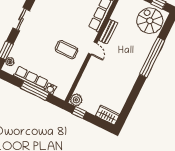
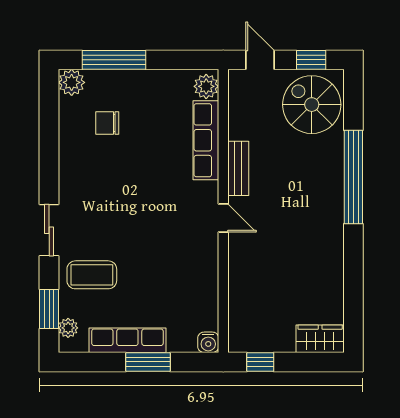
coffee table: (66, 50) -> (92, 275), moved
water cooler: (51, 89) -> (208, 342), moved
window: (35, 91) -> (148, 362), width x0.69
plant: (76, 100) -> (241, 339), removed

